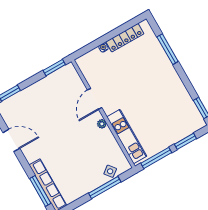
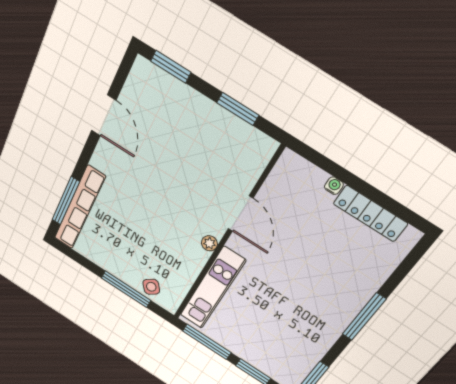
window: (168, 49) -> (364, 317), moved
window: (54, 68) -> (238, 109), moved
door: (95, 99) -> (241, 214), swing flipped

